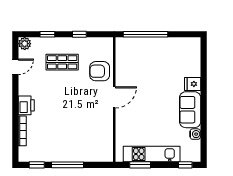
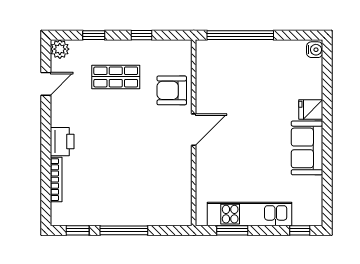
water cooler: (195, 134) -> (315, 50), moved

